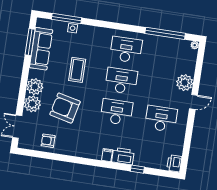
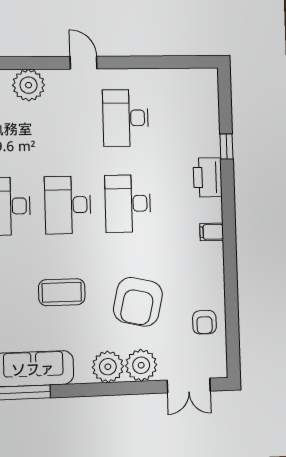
plant: (185, 83) -> (29, 85), moved
filing cabinet: (107, 155) -> (212, 232), moved
printer: (174, 163) -> (203, 80), removed

